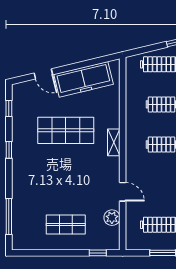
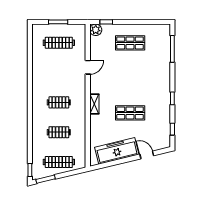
shop shelf: (66, 130) -> (130, 113), width x0.70, depth x0.74
door: (123, 192) -> (88, 67), swing flipped
plant: (112, 218) -> (96, 30), moved

